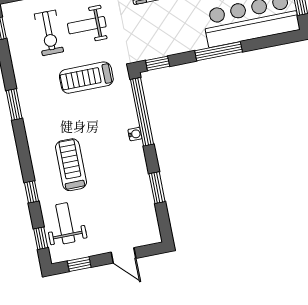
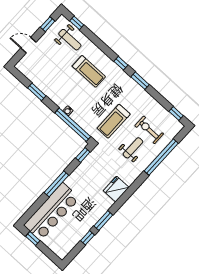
treadmill: (86, 78) -> (114, 121), turned 180
window: (31, 192) -> (121, 63), moved

